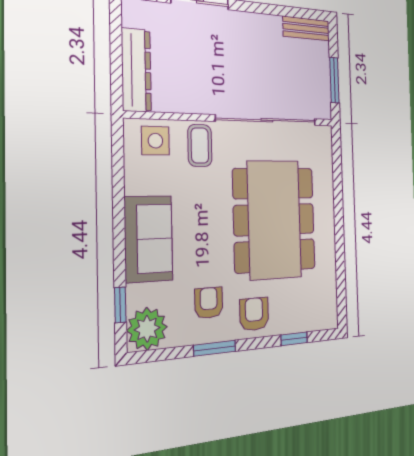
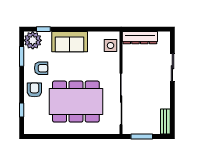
coffee table: (200, 145) -> (109, 66), removed
armchair: (254, 314) -> (34, 90), turned -90
window: (215, 348) -> (22, 56), moved

